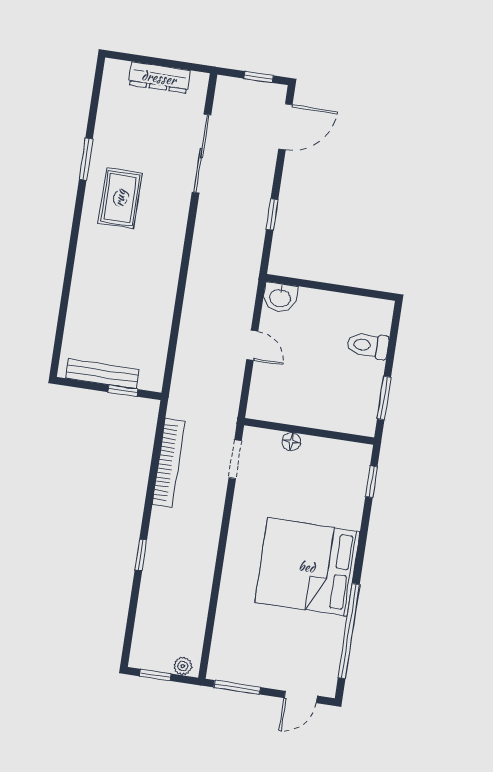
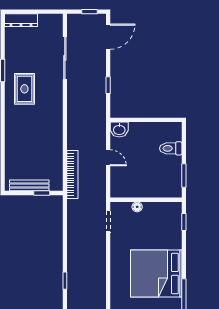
dresser: (159, 78) -> (21, 20), moved
bookcase: (169, 463) -> (72, 174), moved

